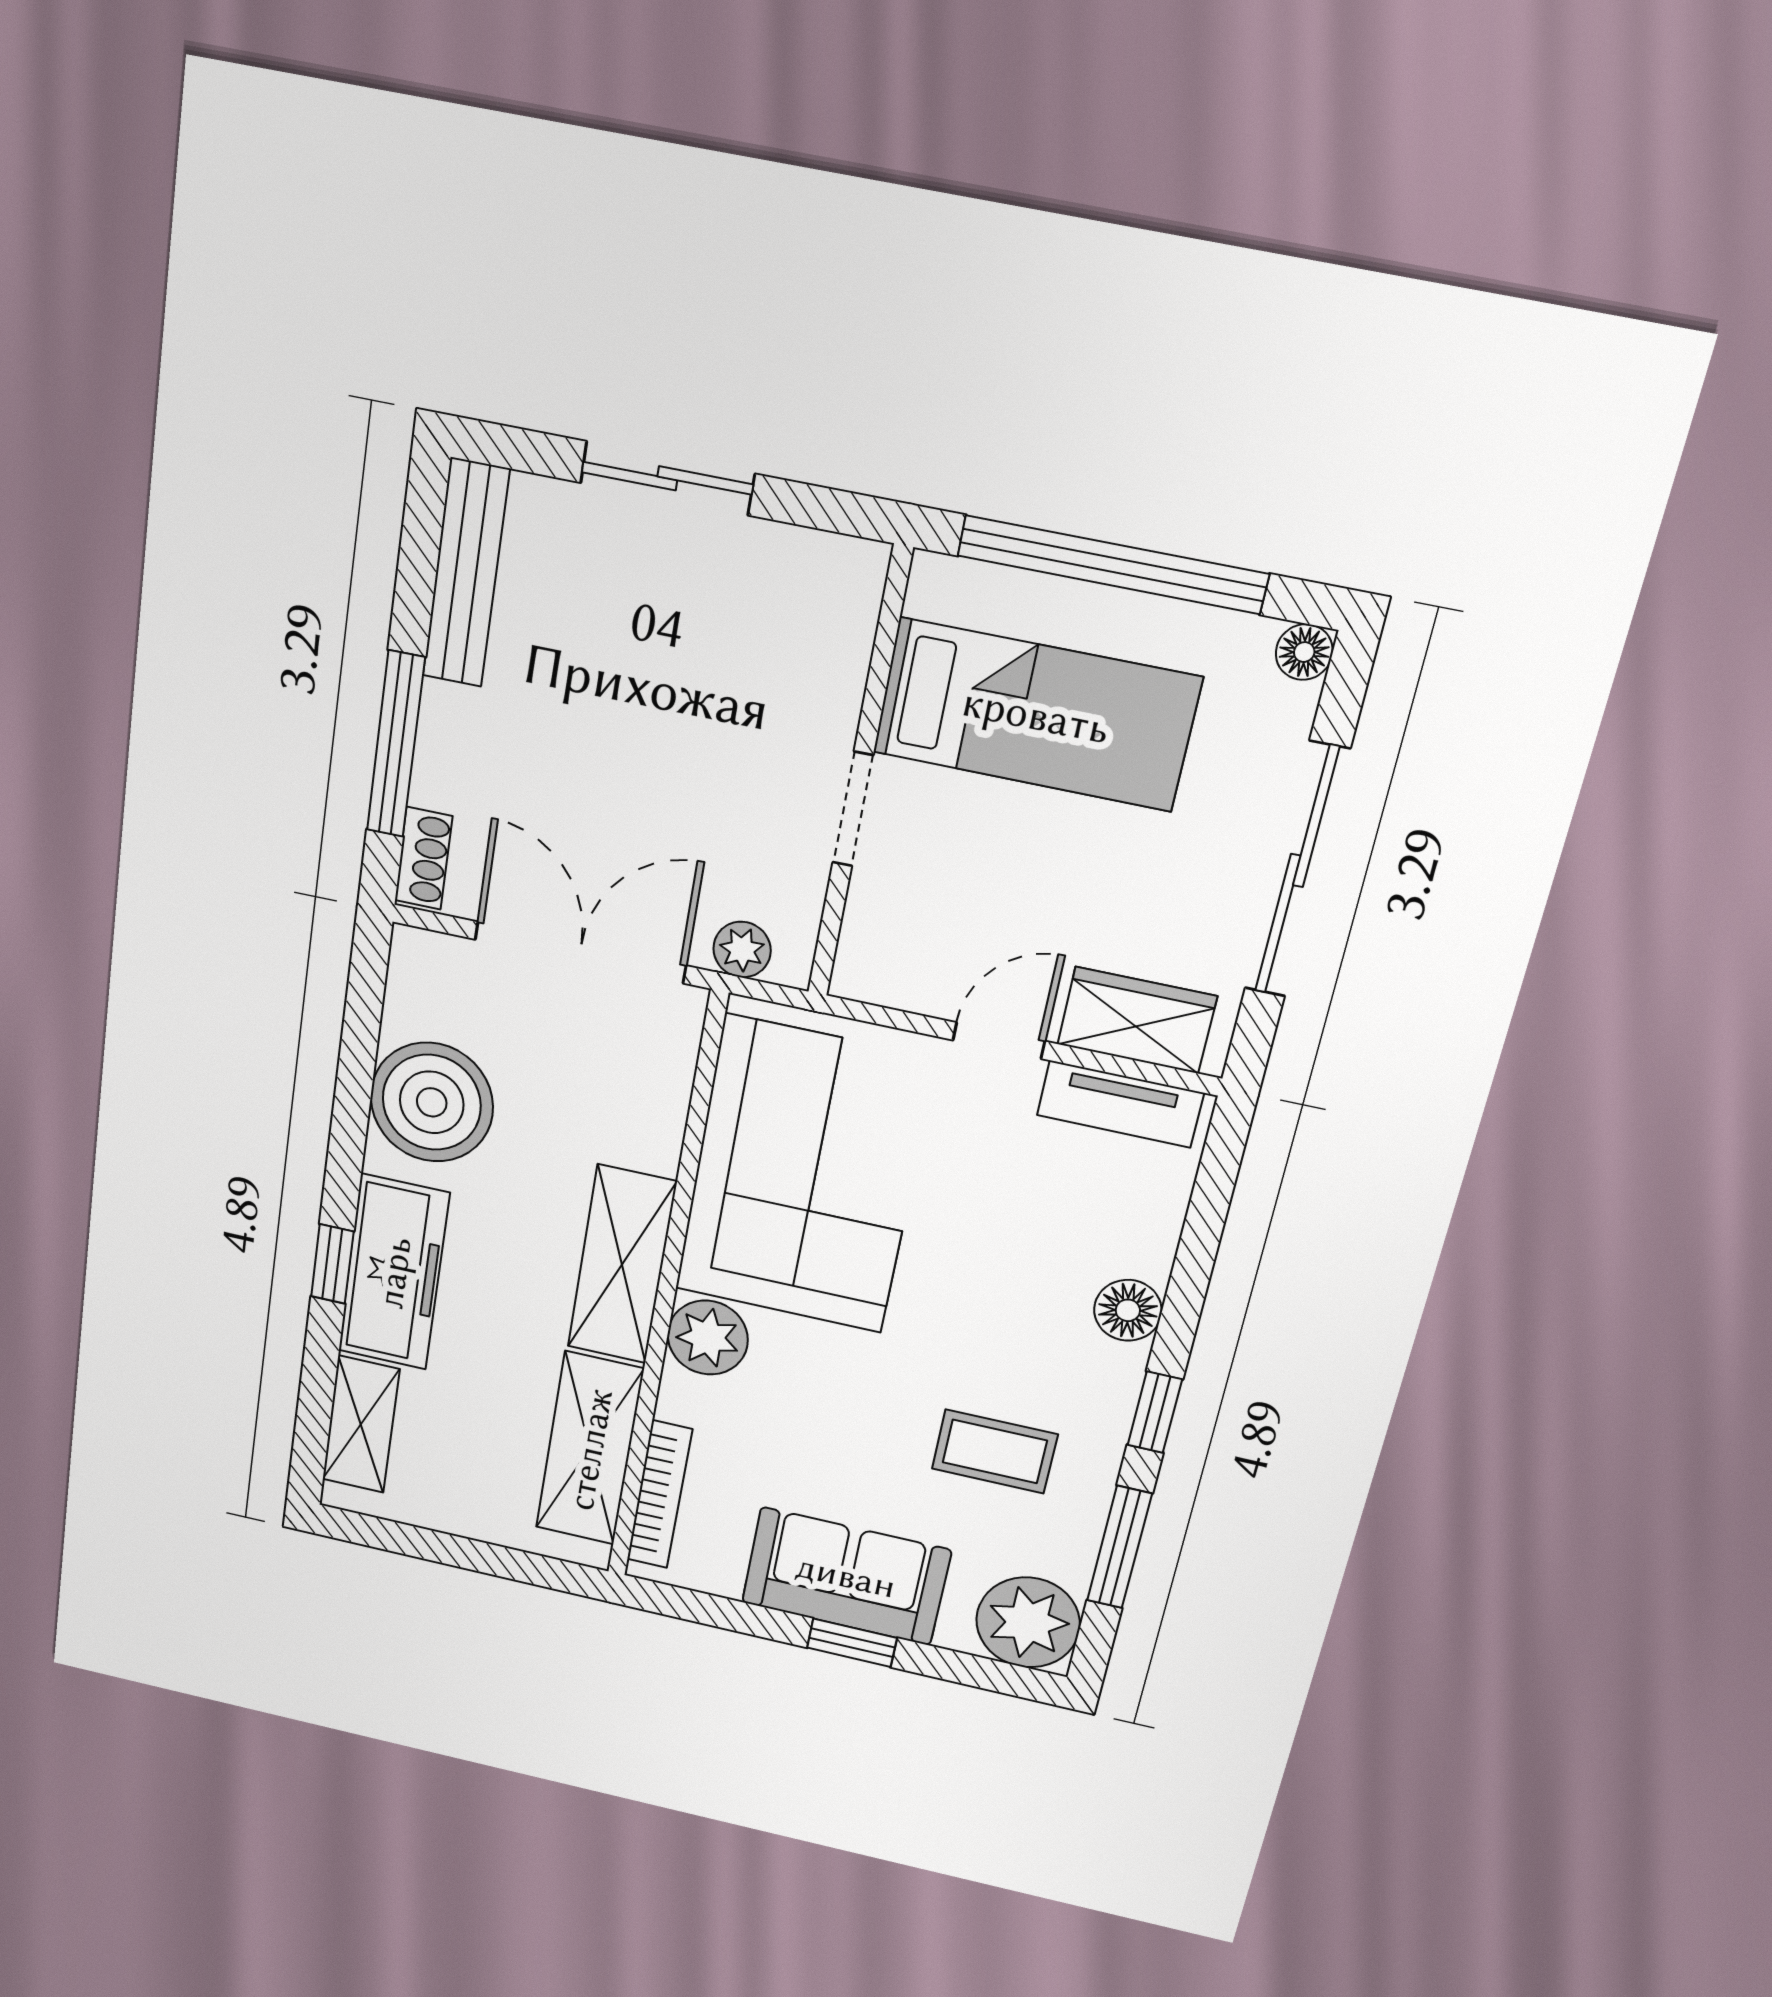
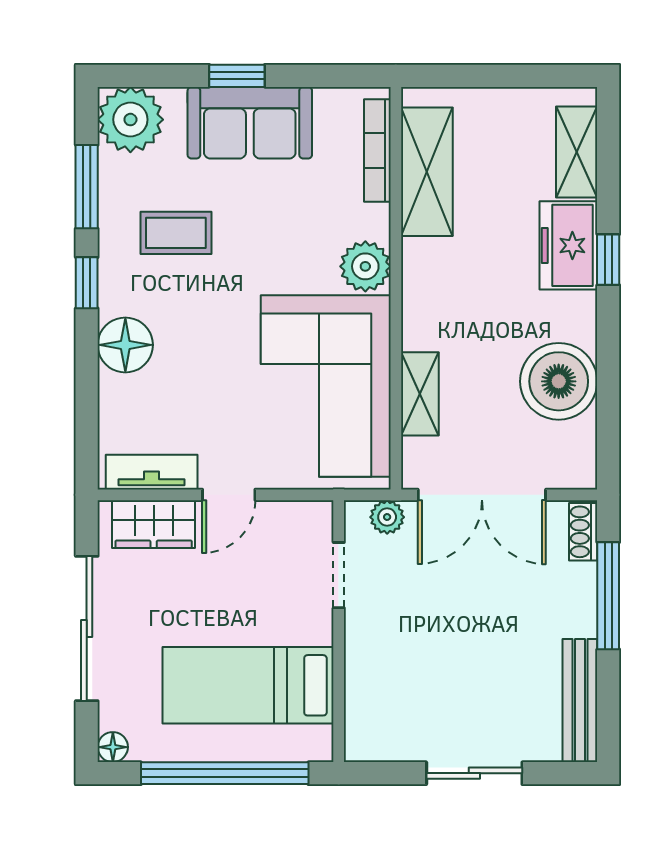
doorway: (853, 809) -> (339, 575), moved
shelving: (622, 1265) -> (420, 394), moved, width x0.67, depth x0.75
freezer: (394, 1272) -> (568, 245), width x0.71
floor lamp: (1128, 1310) -> (125, 345), width x1.38, depth x1.38

